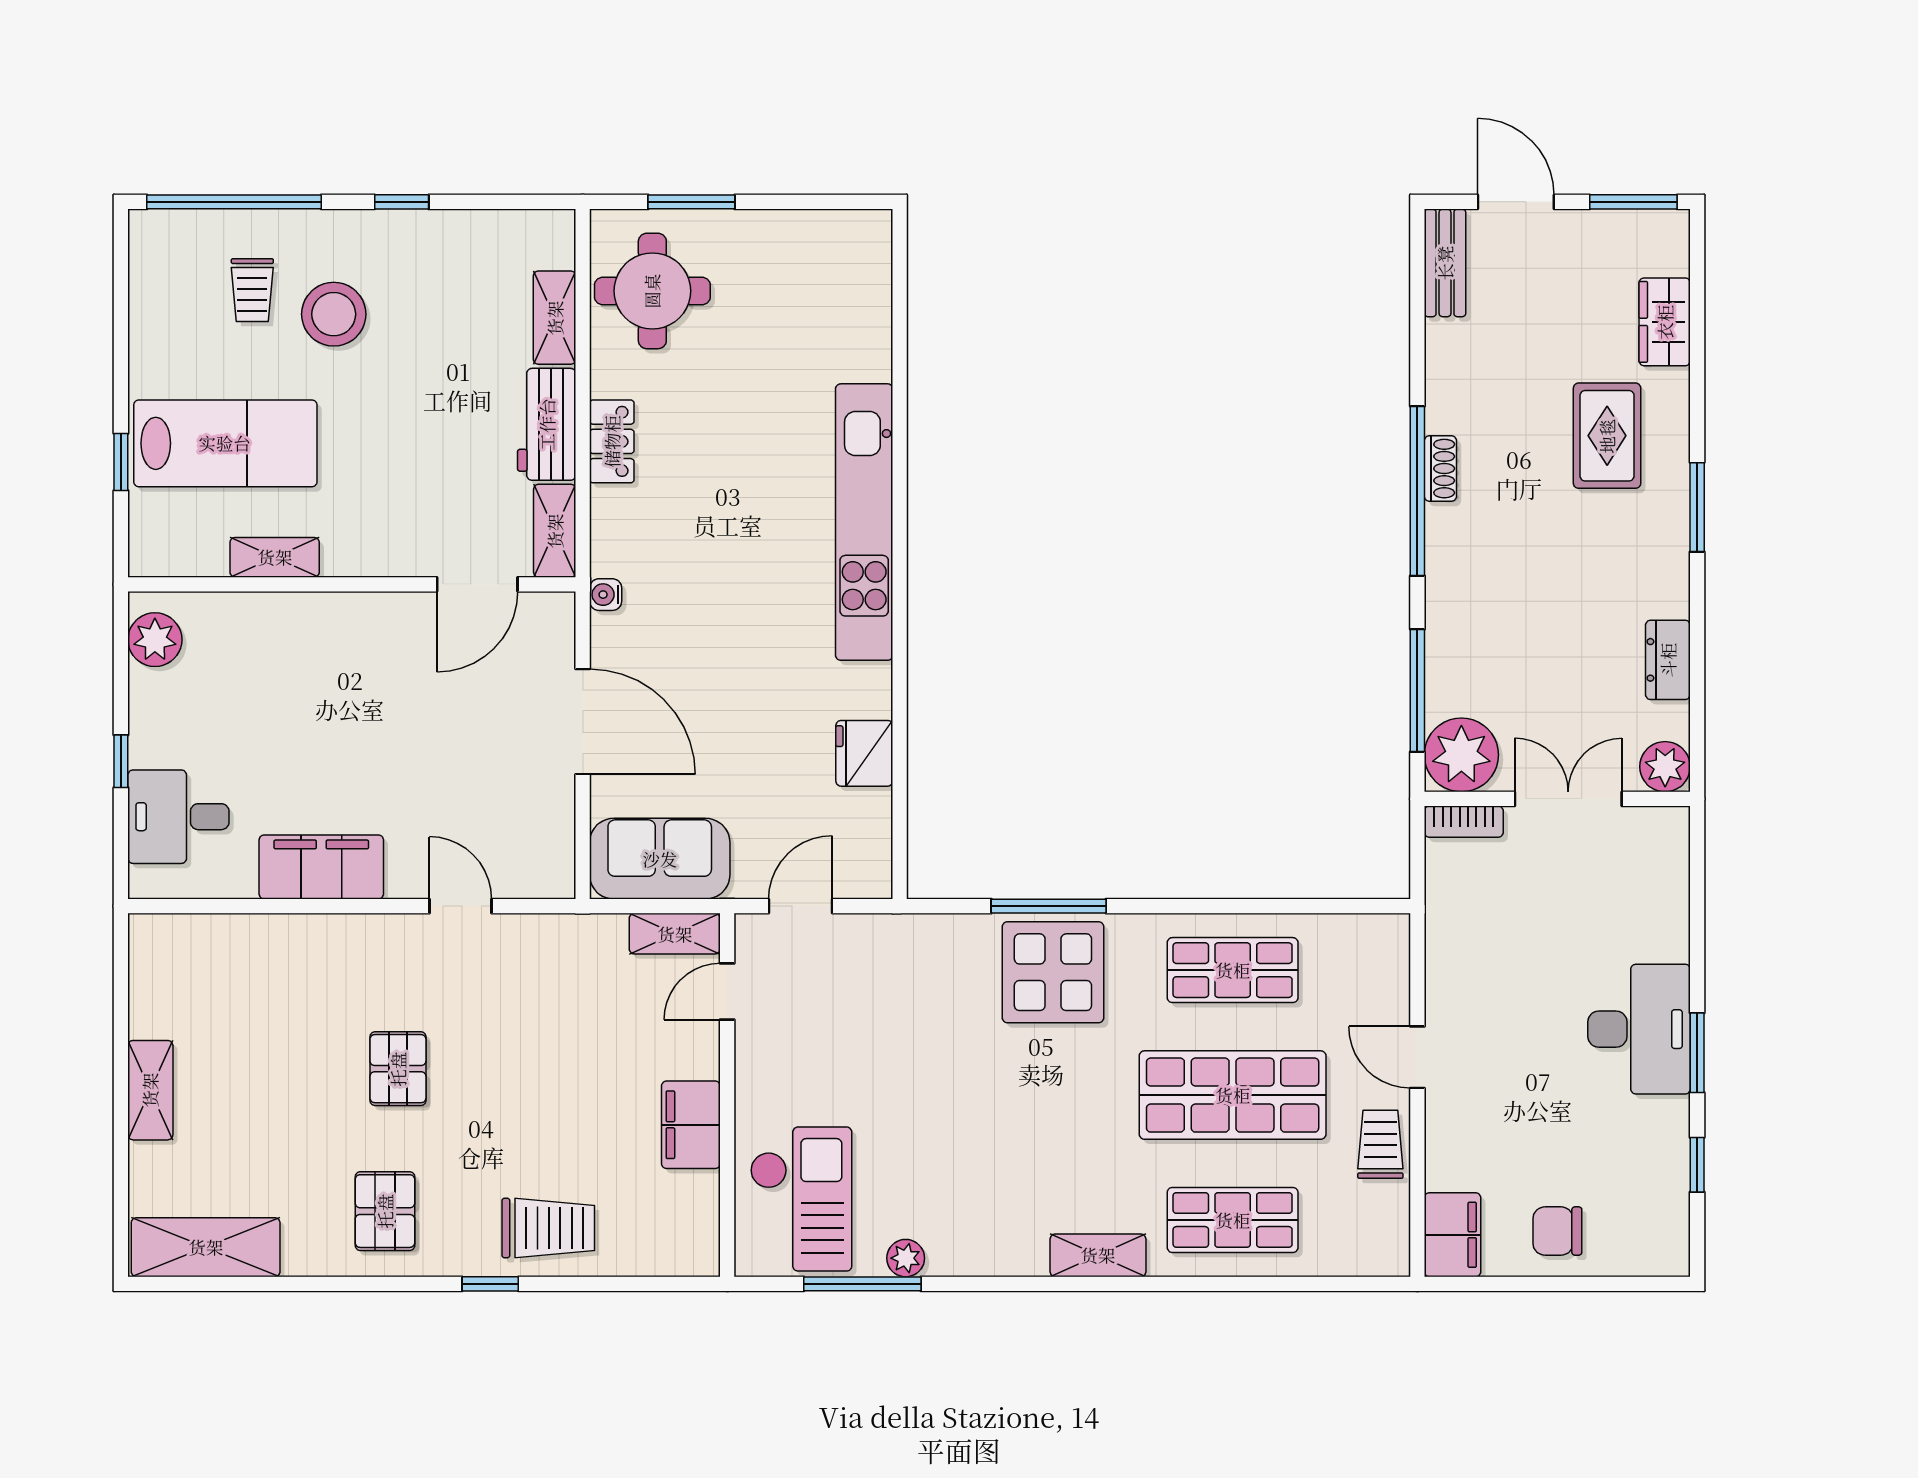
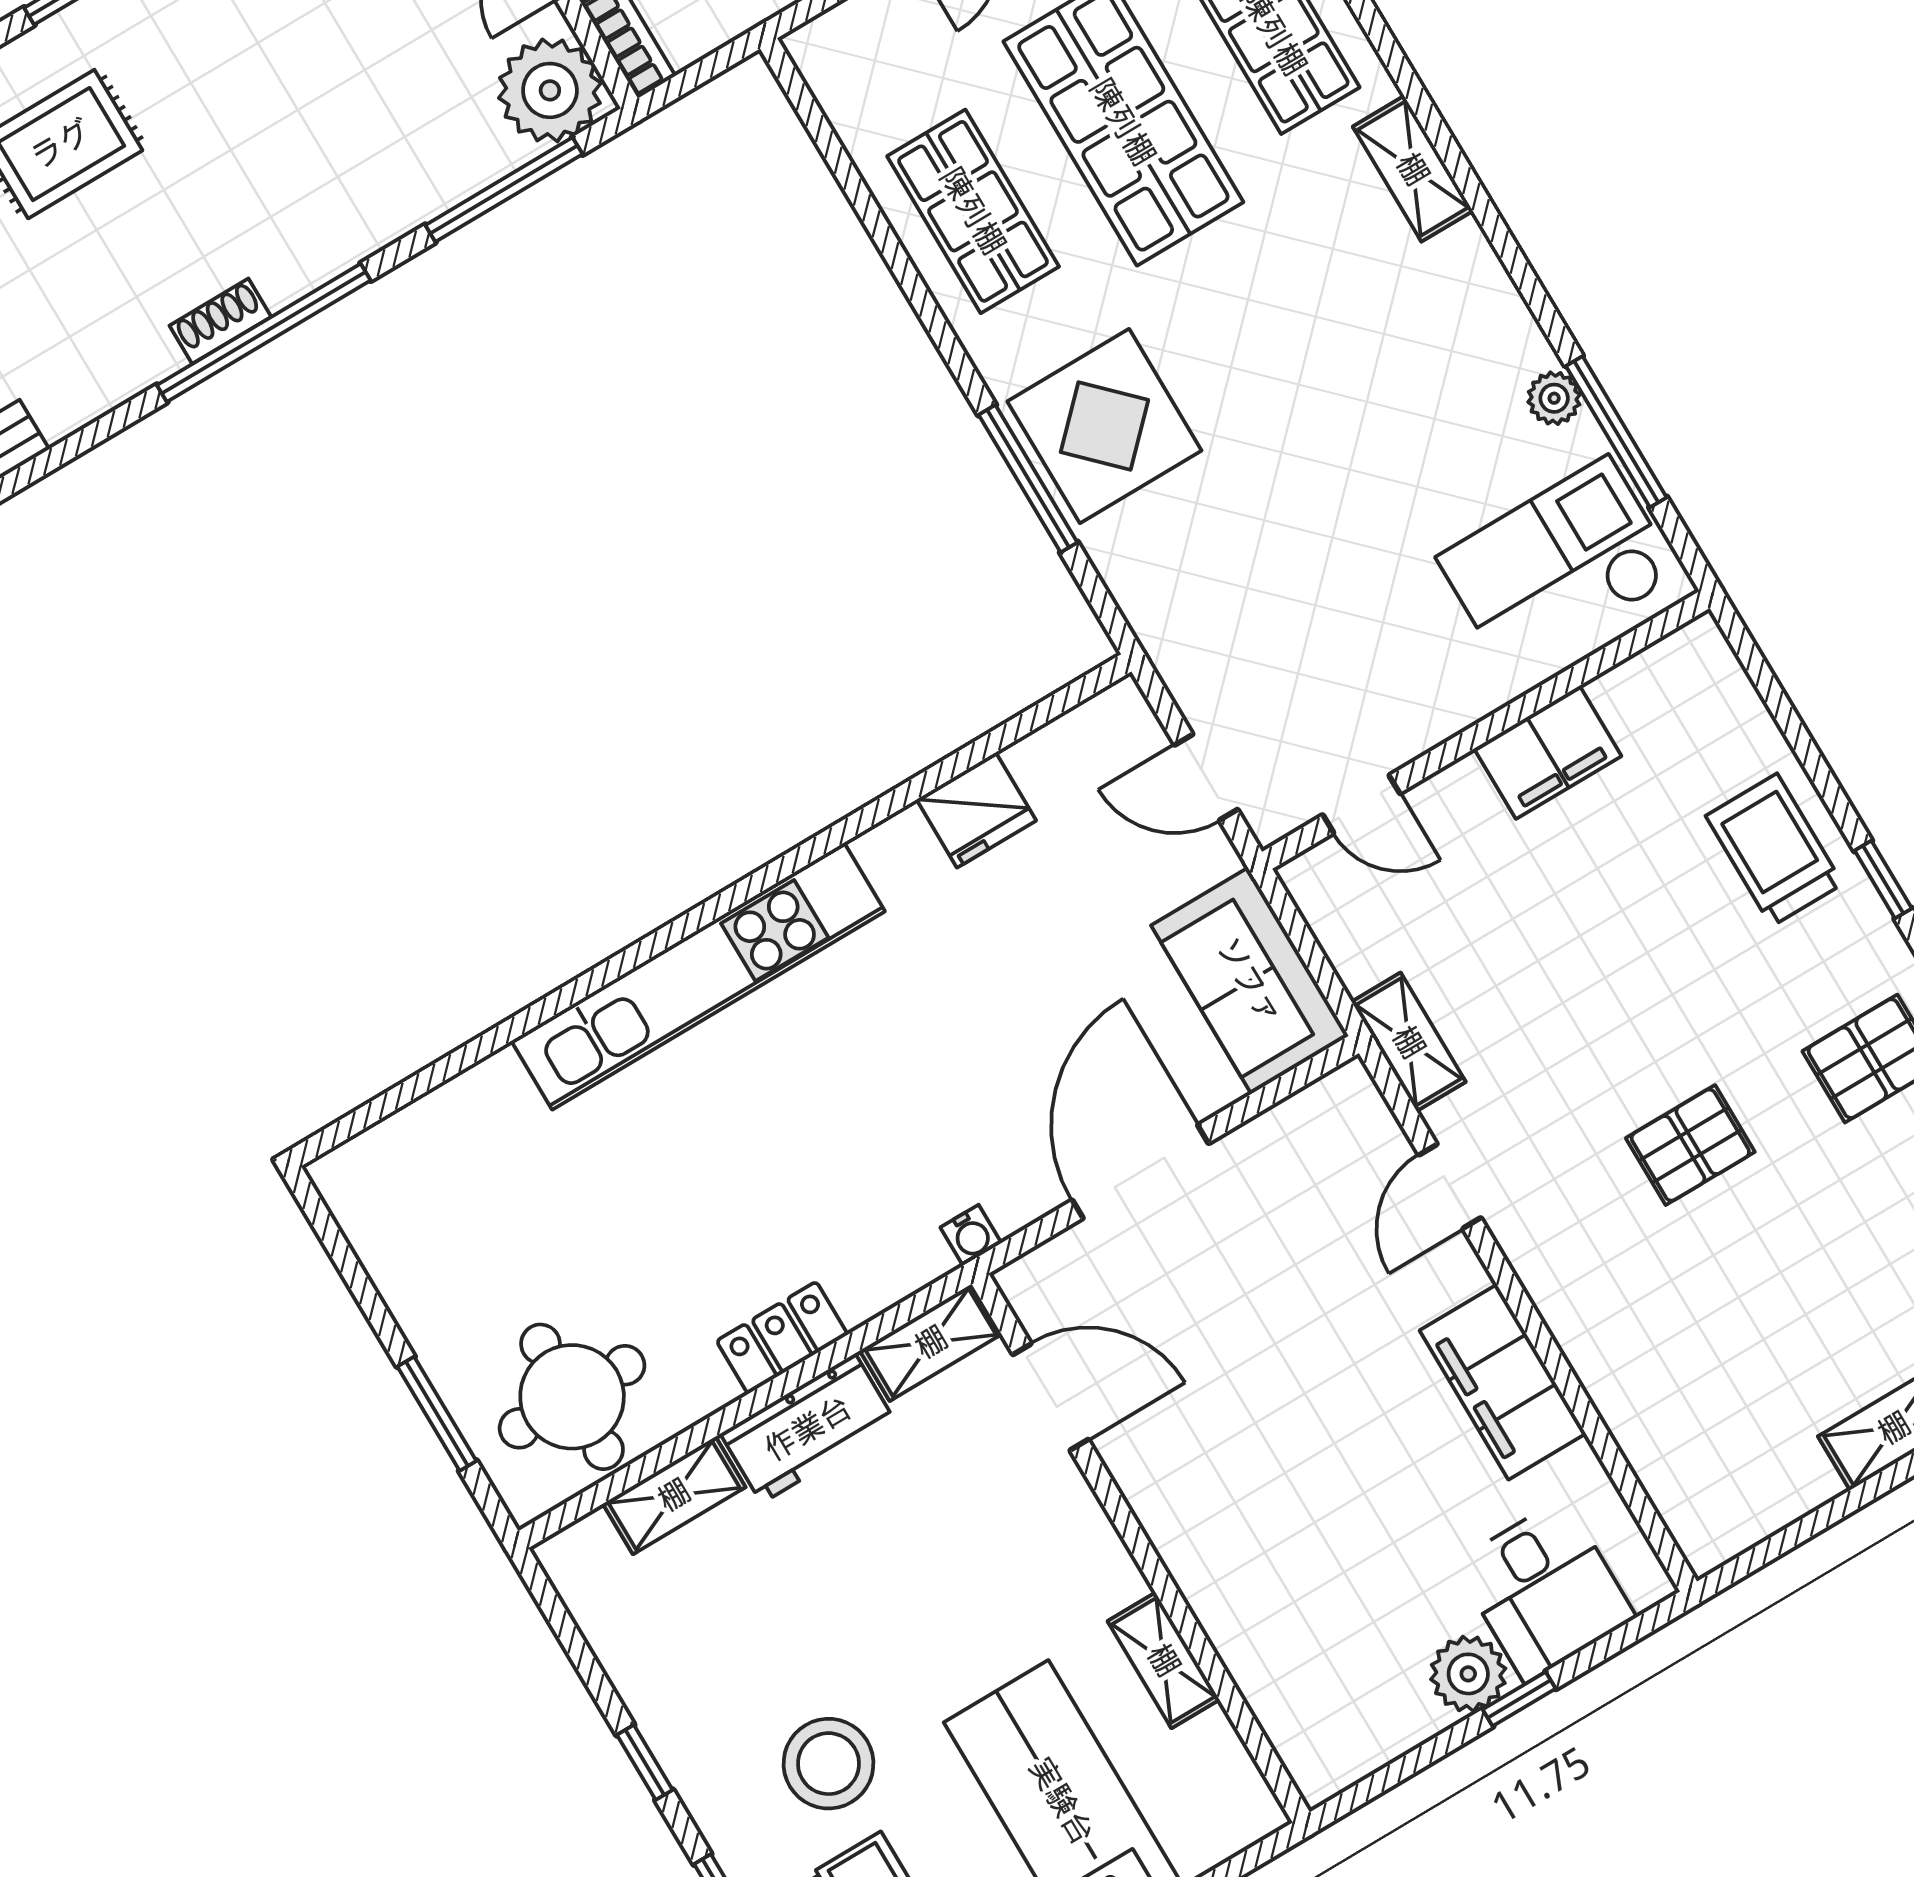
plant: (155, 640) -> (1468, 1674), moved
shelving: (675, 934) -> (1409, 1042), moved

